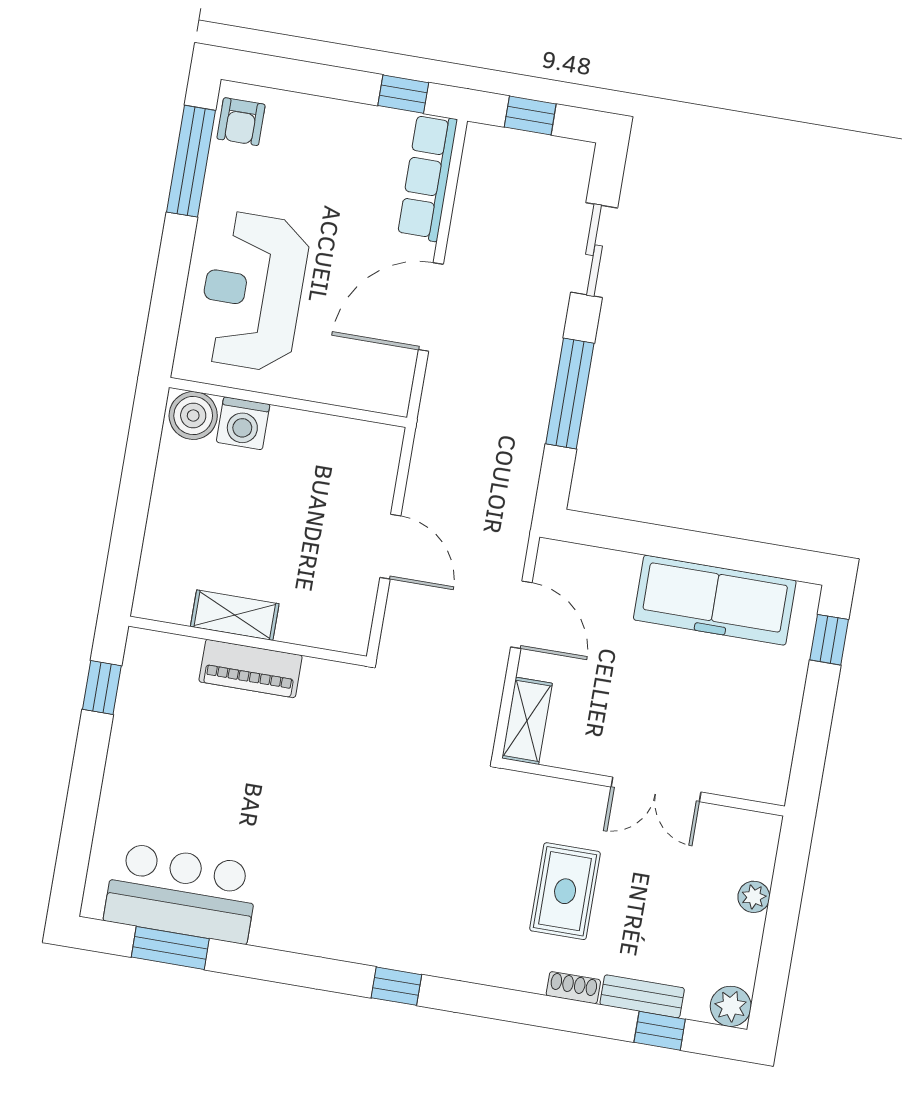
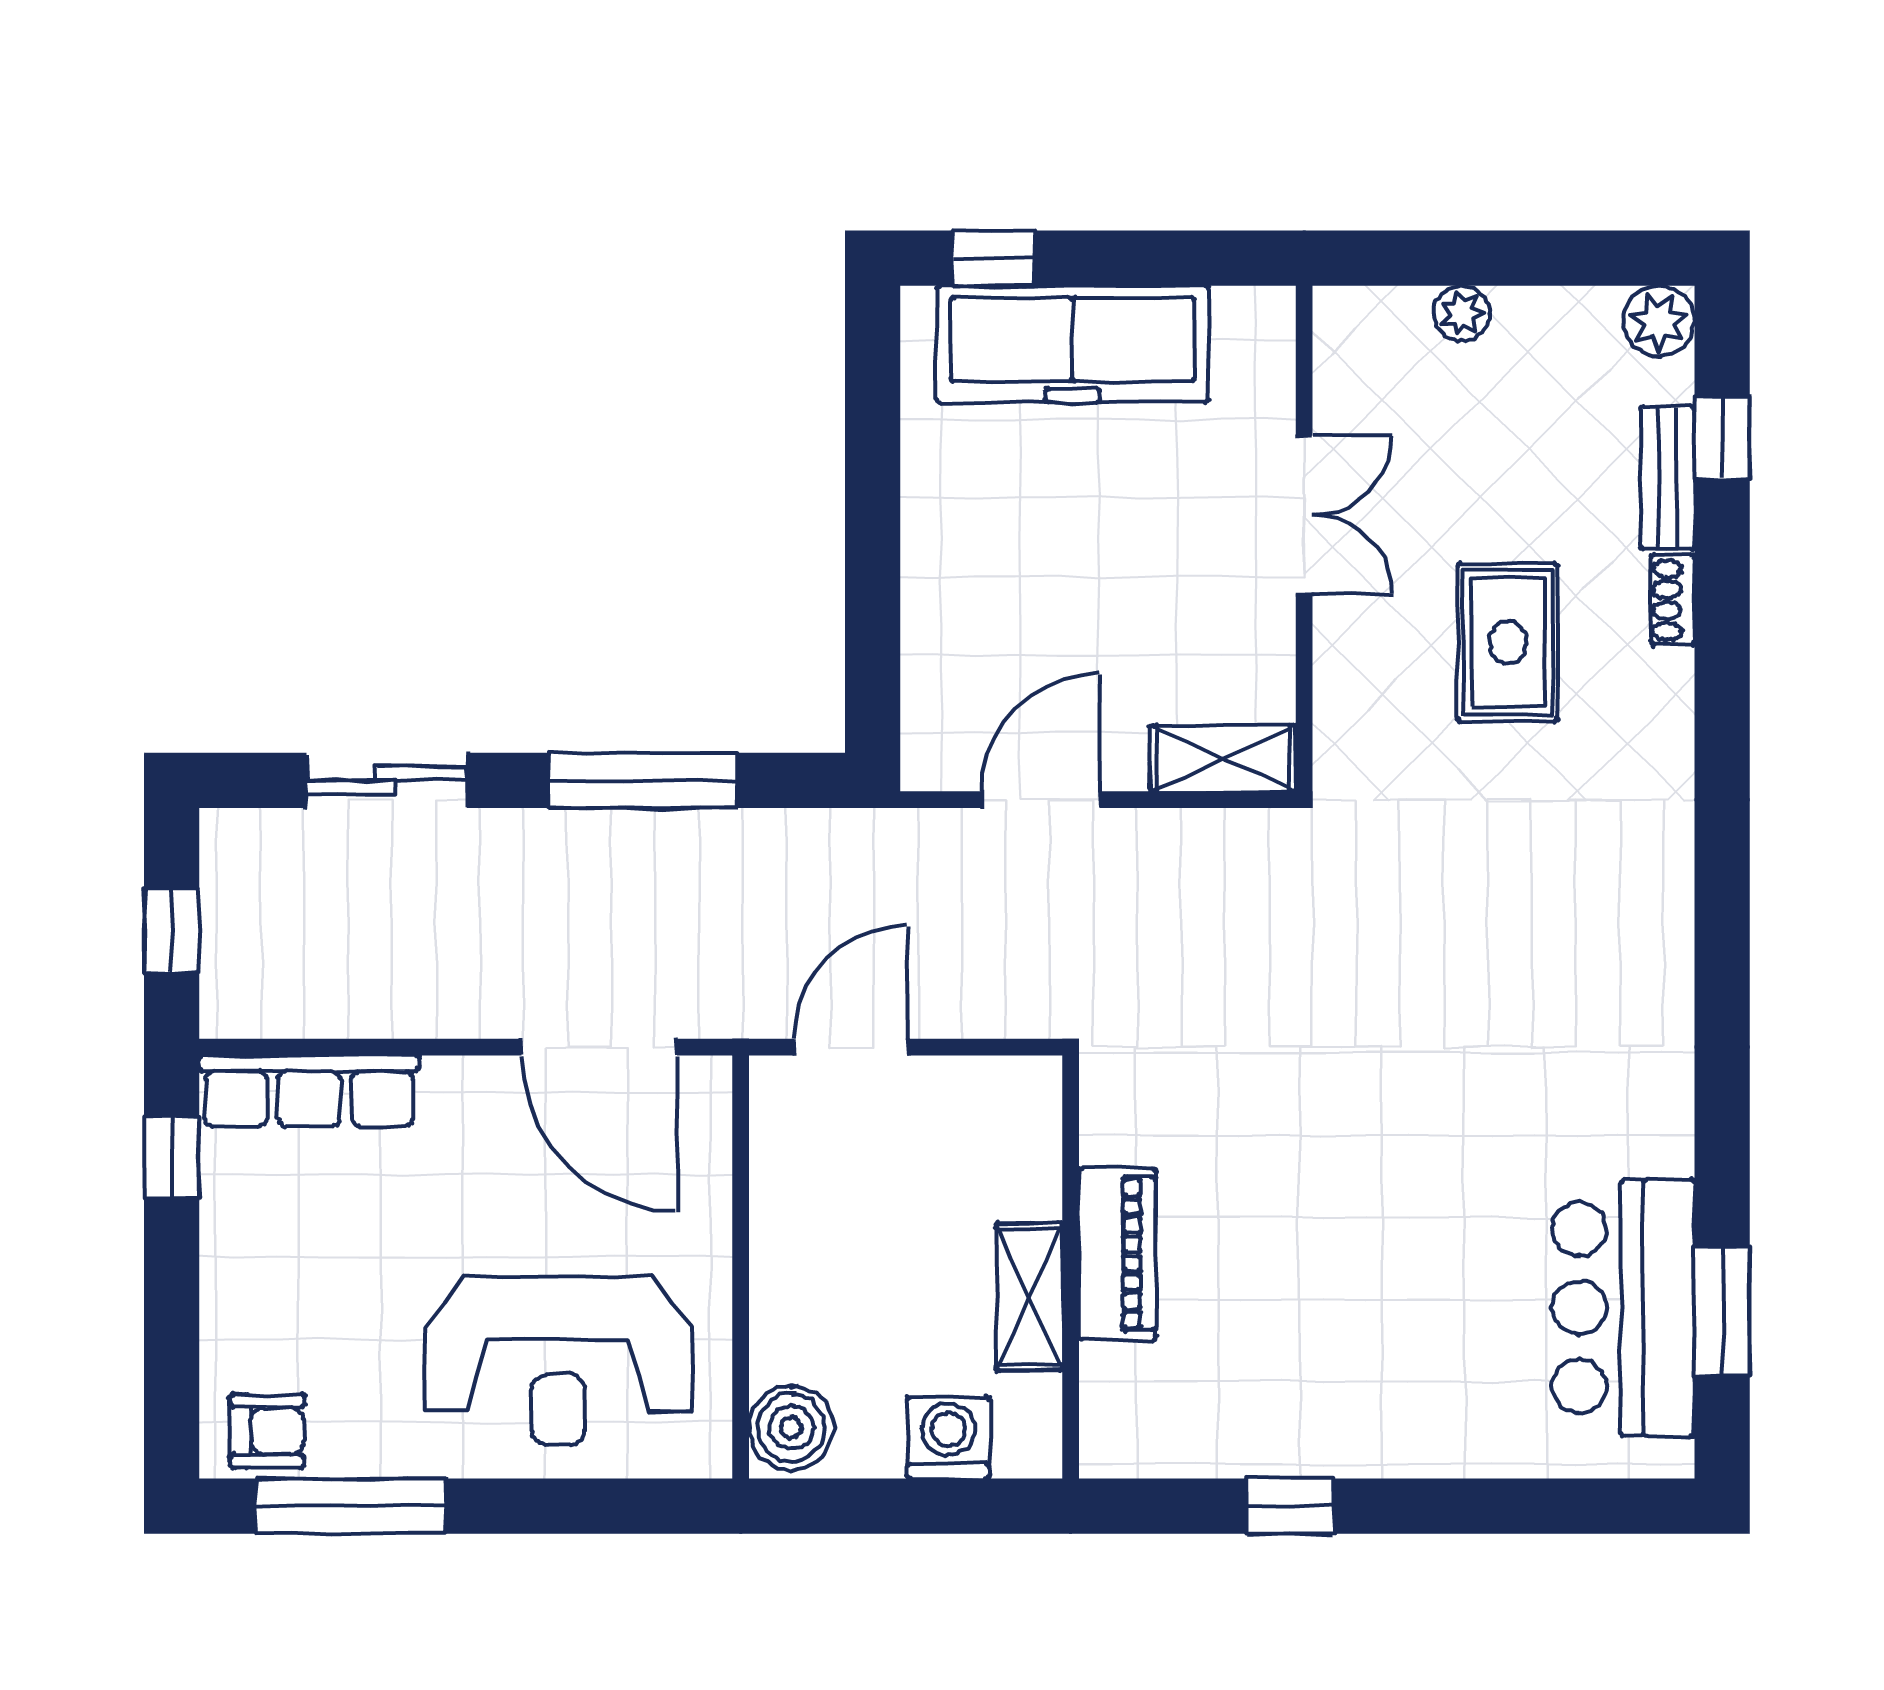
door: (431, 307) -> (599, 1047), moved
washing machine: (243, 423) -> (948, 1438), moved, turned -90
door: (390, 547) -> (851, 1047), moved
freezer: (715, 600) -> (1073, 344), moved, turned 90
shelving: (235, 615) -> (1029, 1297), moved
wall: (248, 641) -> (1071, 1267), moved
piano: (251, 669) -> (1117, 1254), moved
rug: (565, 891) -> (1508, 643), turned 90
window: (396, 986) -> (1722, 908), removed

